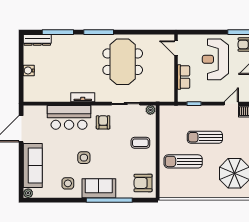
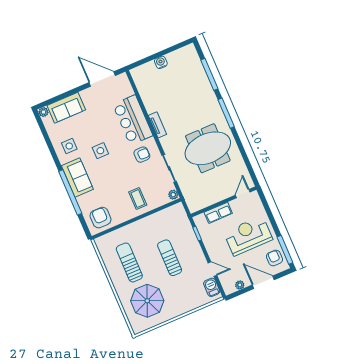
dresser: (37, 40) -> (194, 58), removed
sun lounger: (183, 161) -> (129, 262), moved
sofa: (33, 166) -> (66, 108), width x0.73

